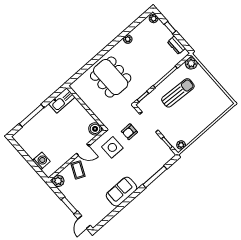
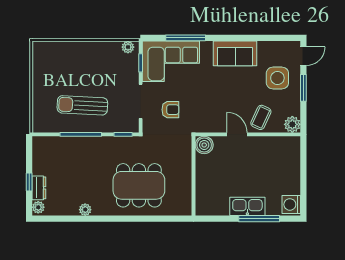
dresser: (176, 45) -> (39, 188), moved
plant: (191, 63) -> (40, 124), removed
dining table: (111, 77) -> (139, 185), turned 90
kitchen sink: (62, 100) -> (247, 206), moved
side table: (112, 147) -> (277, 78), moved
corner sofa: (152, 158) -> (171, 61), added
washing machine: (41, 161) -> (291, 204), moved

